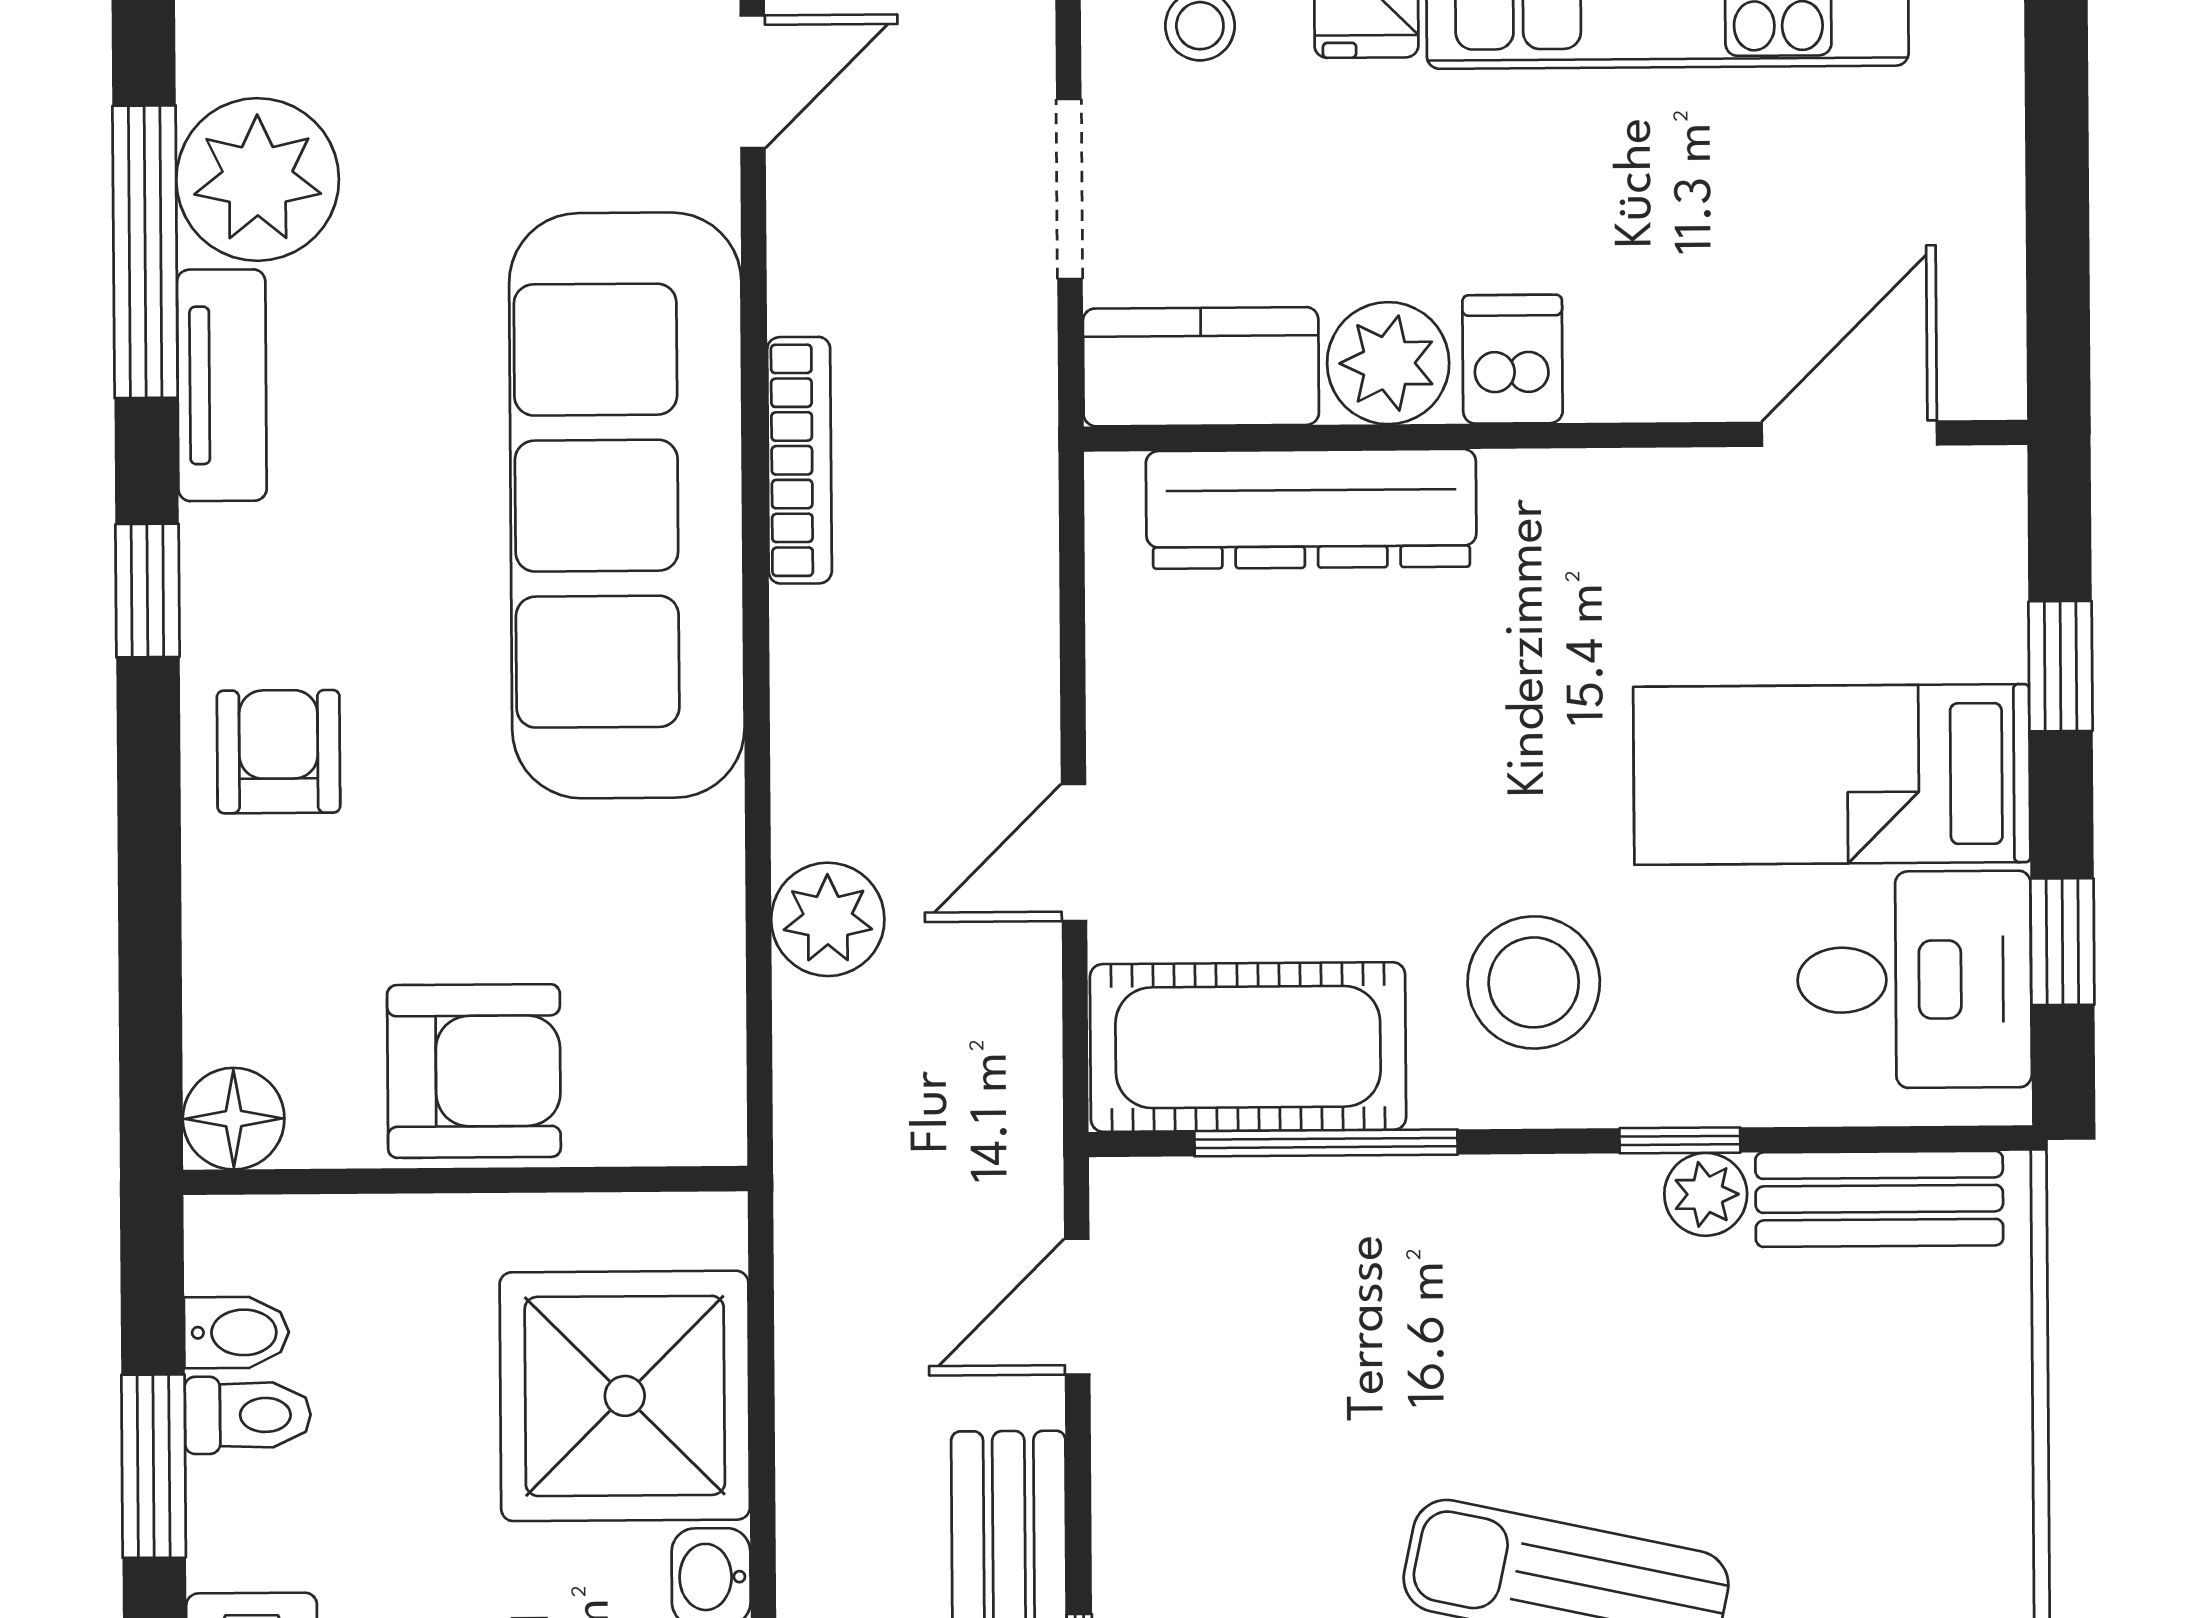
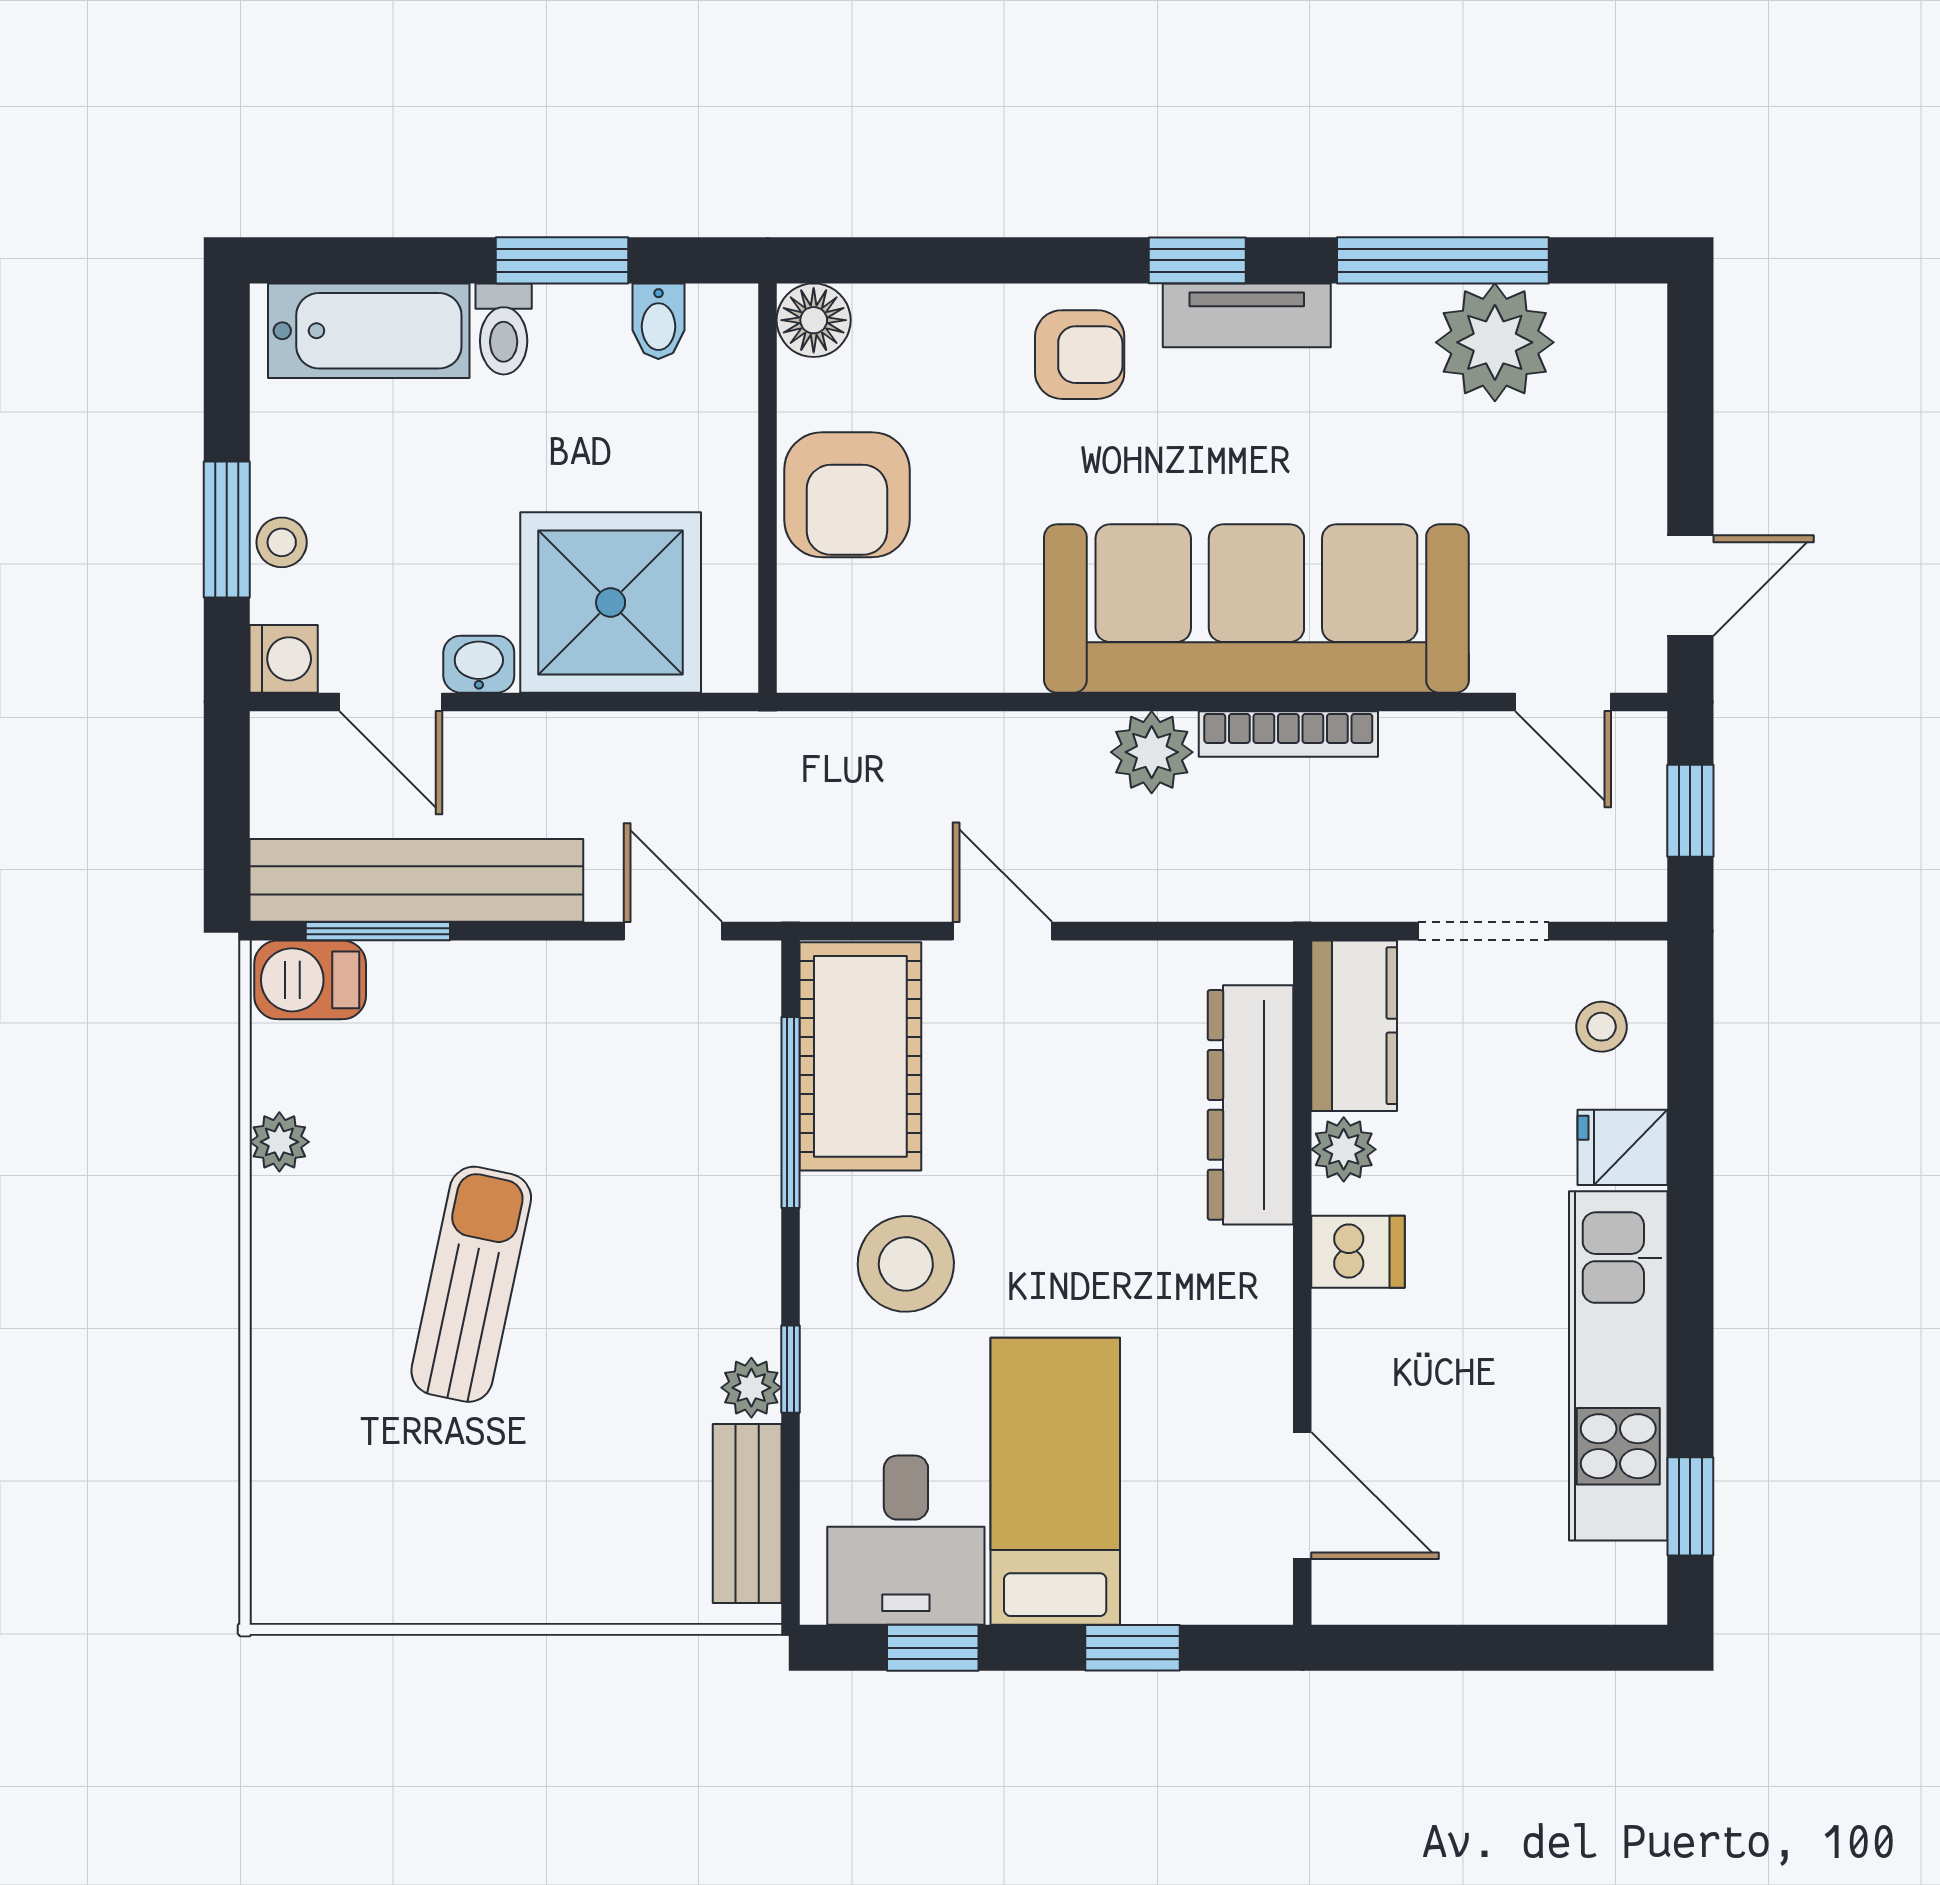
plant: (1388, 363) -> (1344, 1149), width x0.73, depth x0.73
tv unit: (222, 385) -> (1247, 315), moved
plant: (828, 919) -> (1152, 752), moved
toilet: (248, 1415) -> (504, 329), moved

